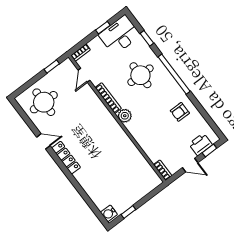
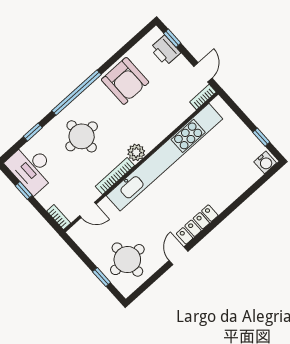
window: (52, 66) -> (102, 277), moved
armchair: (180, 112) -> (125, 81), width x1.88, depth x1.88
kitchen unit: (119, 137) -> (164, 157), added
door: (190, 165) -> (203, 72), moved

